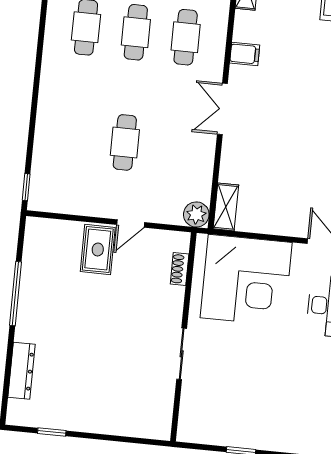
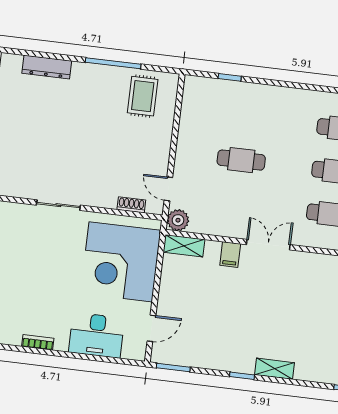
filing cabinet: (245, 54) -> (230, 254), moved
window: (26, 187) -> (230, 77), moved
door: (131, 223) -> (168, 189), moved
rug: (98, 250) -> (143, 96), moved, turned 90

